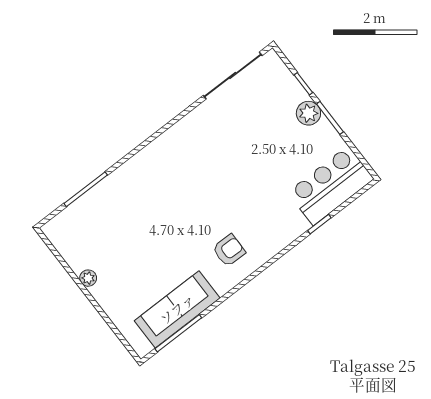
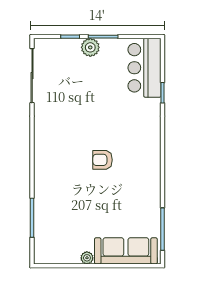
armchair: (229, 250) -> (103, 160), moved, turned -91
sofa: (177, 309) -> (126, 251), moved, turned 90

